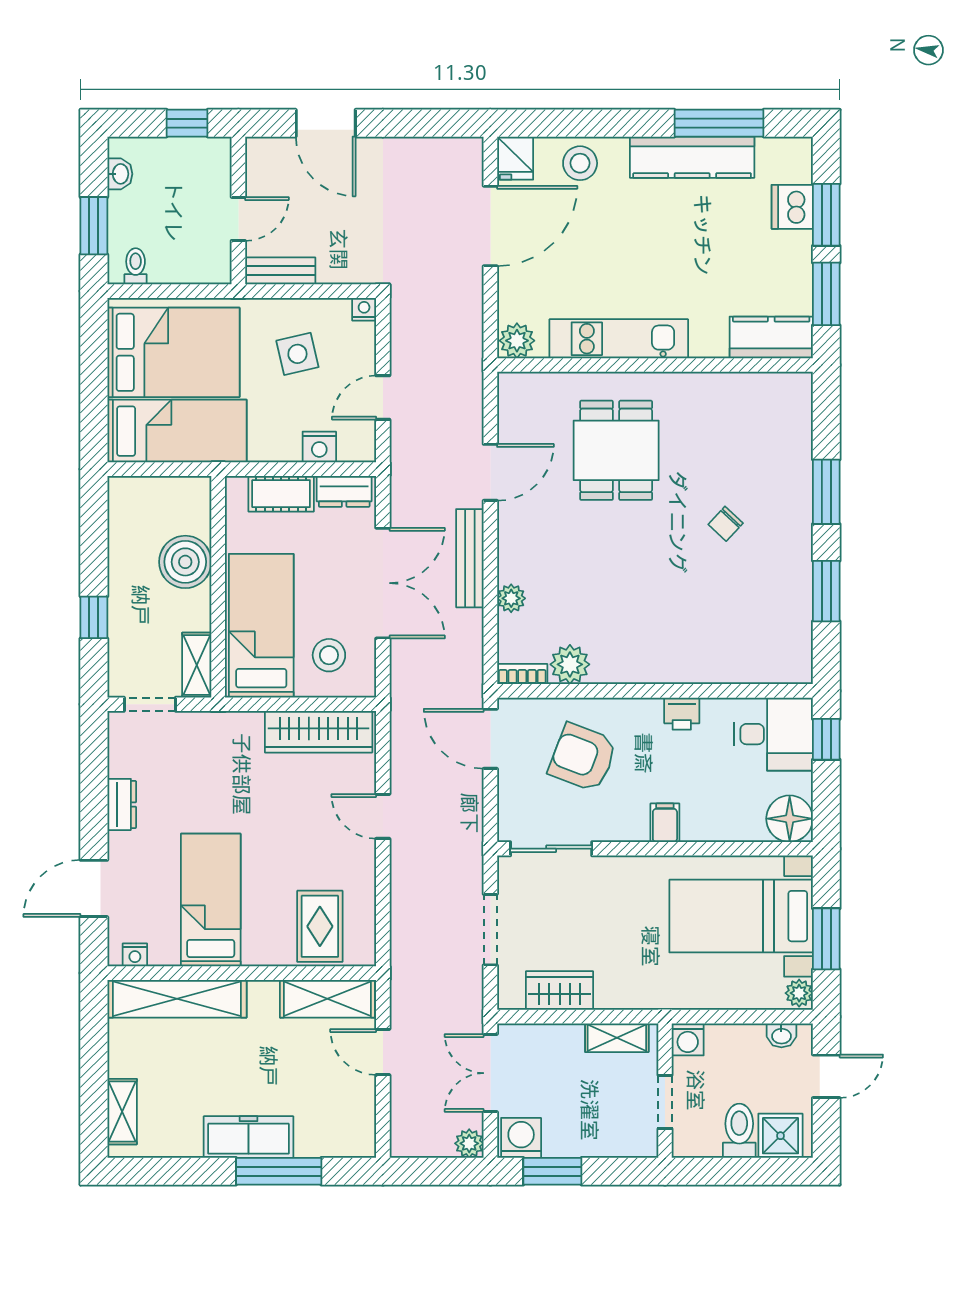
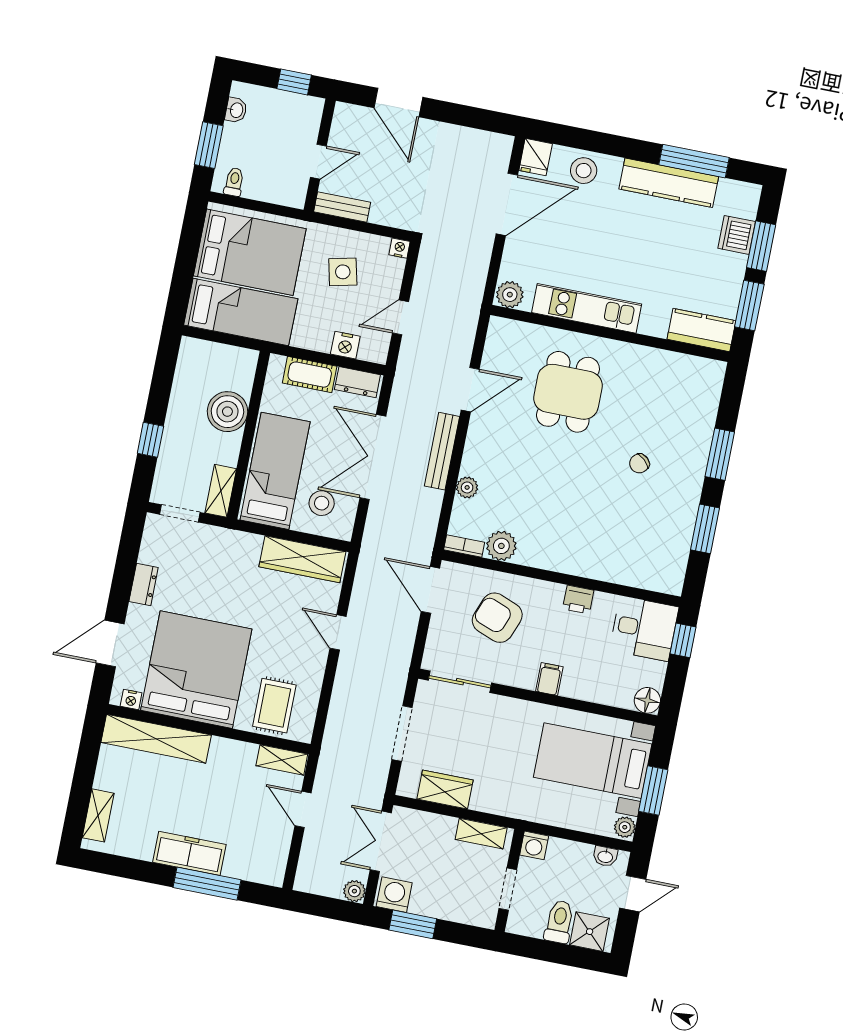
double door: (383, 583) -> (373, 457), swing flipped
floor lamp: (790, 819) -> (647, 700), width x0.73, depth x0.73
bed: (211, 900) -> (196, 670), width x2.04
shelving: (327, 999) -> (282, 760), width x0.67, depth x0.75

